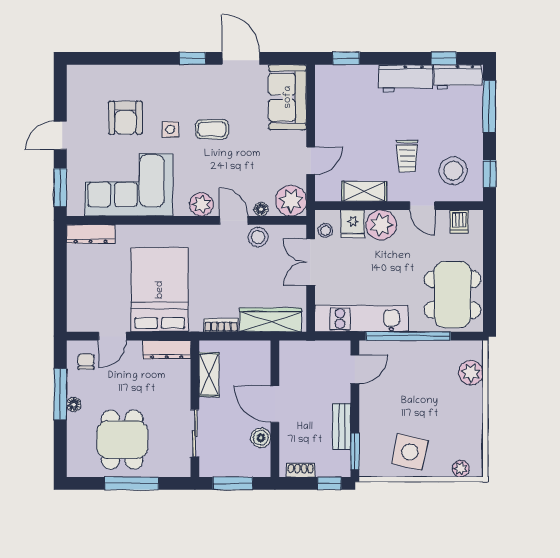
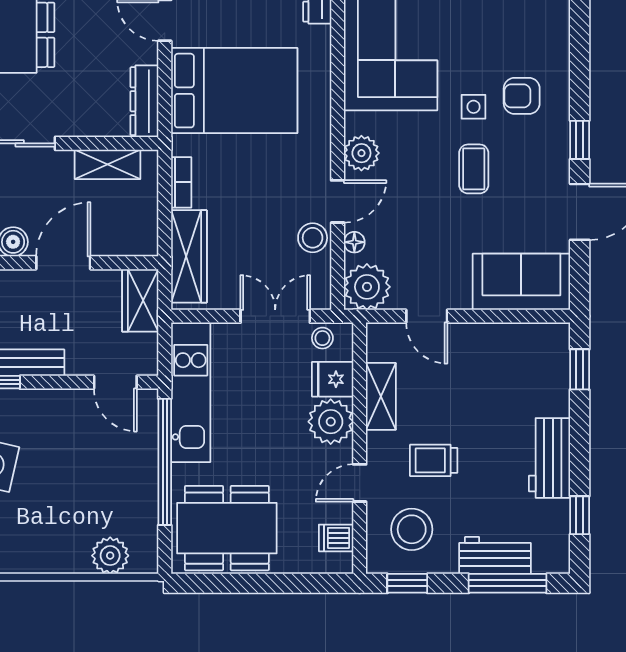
workbench: (458, 77) -> (495, 555), moved, turned 90
armchair: (125, 118) -> (522, 96), moved, width x0.72, depth x0.72
wardrobe: (300, 352) -> (140, 300), added

